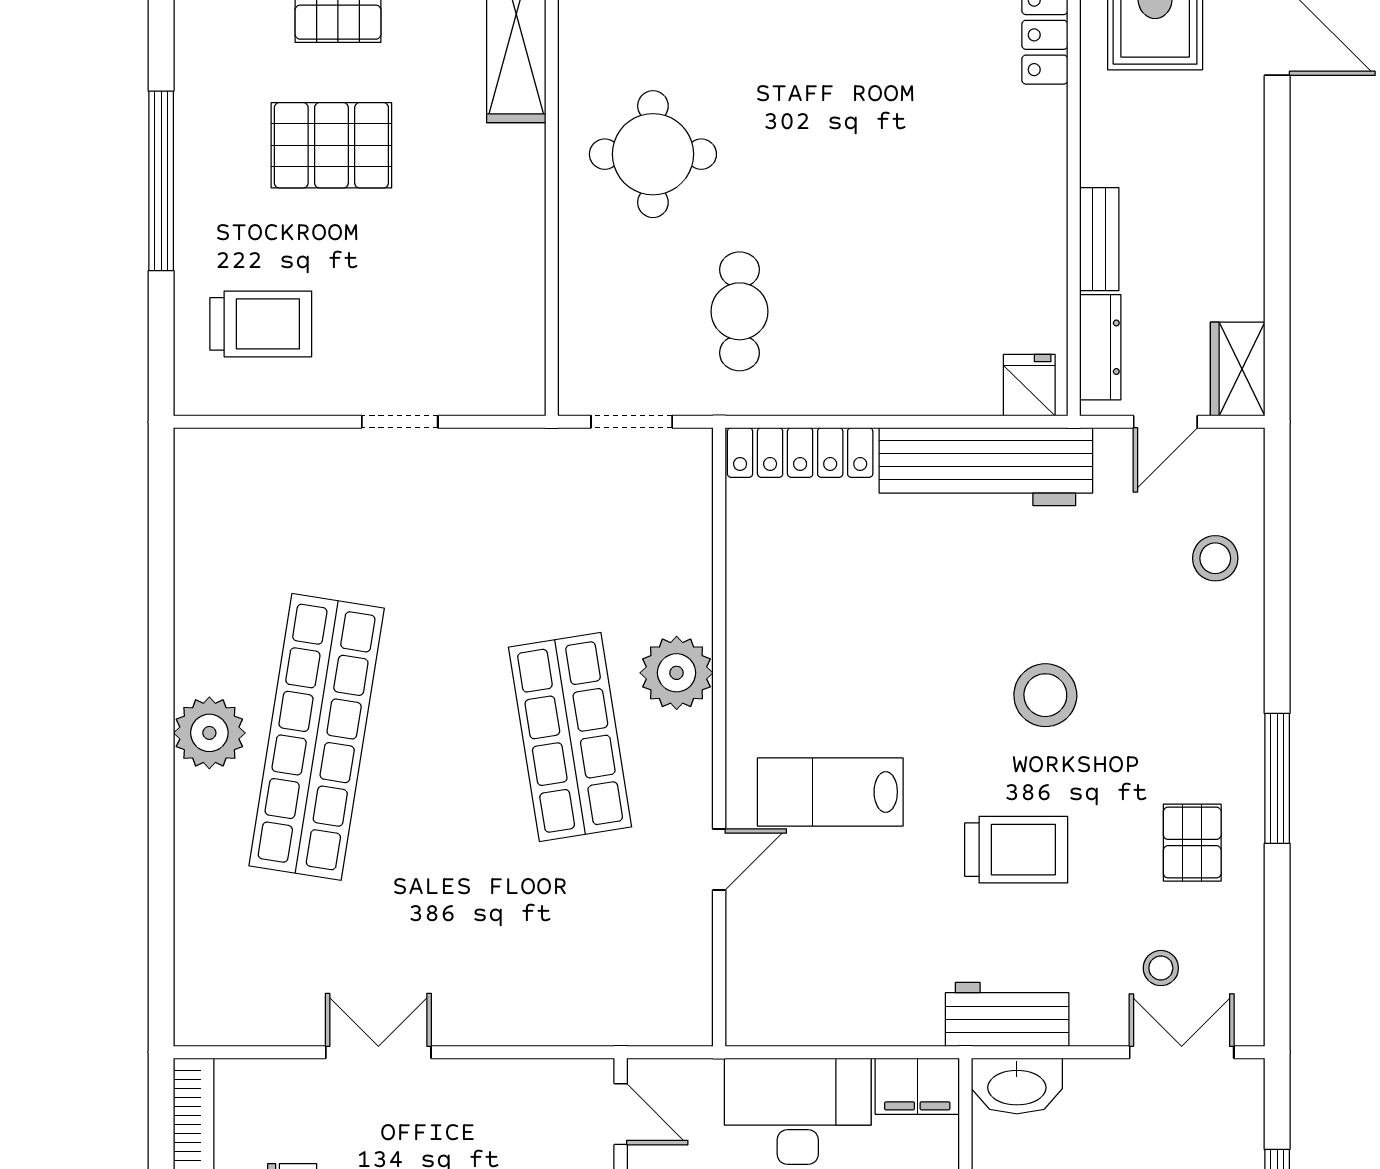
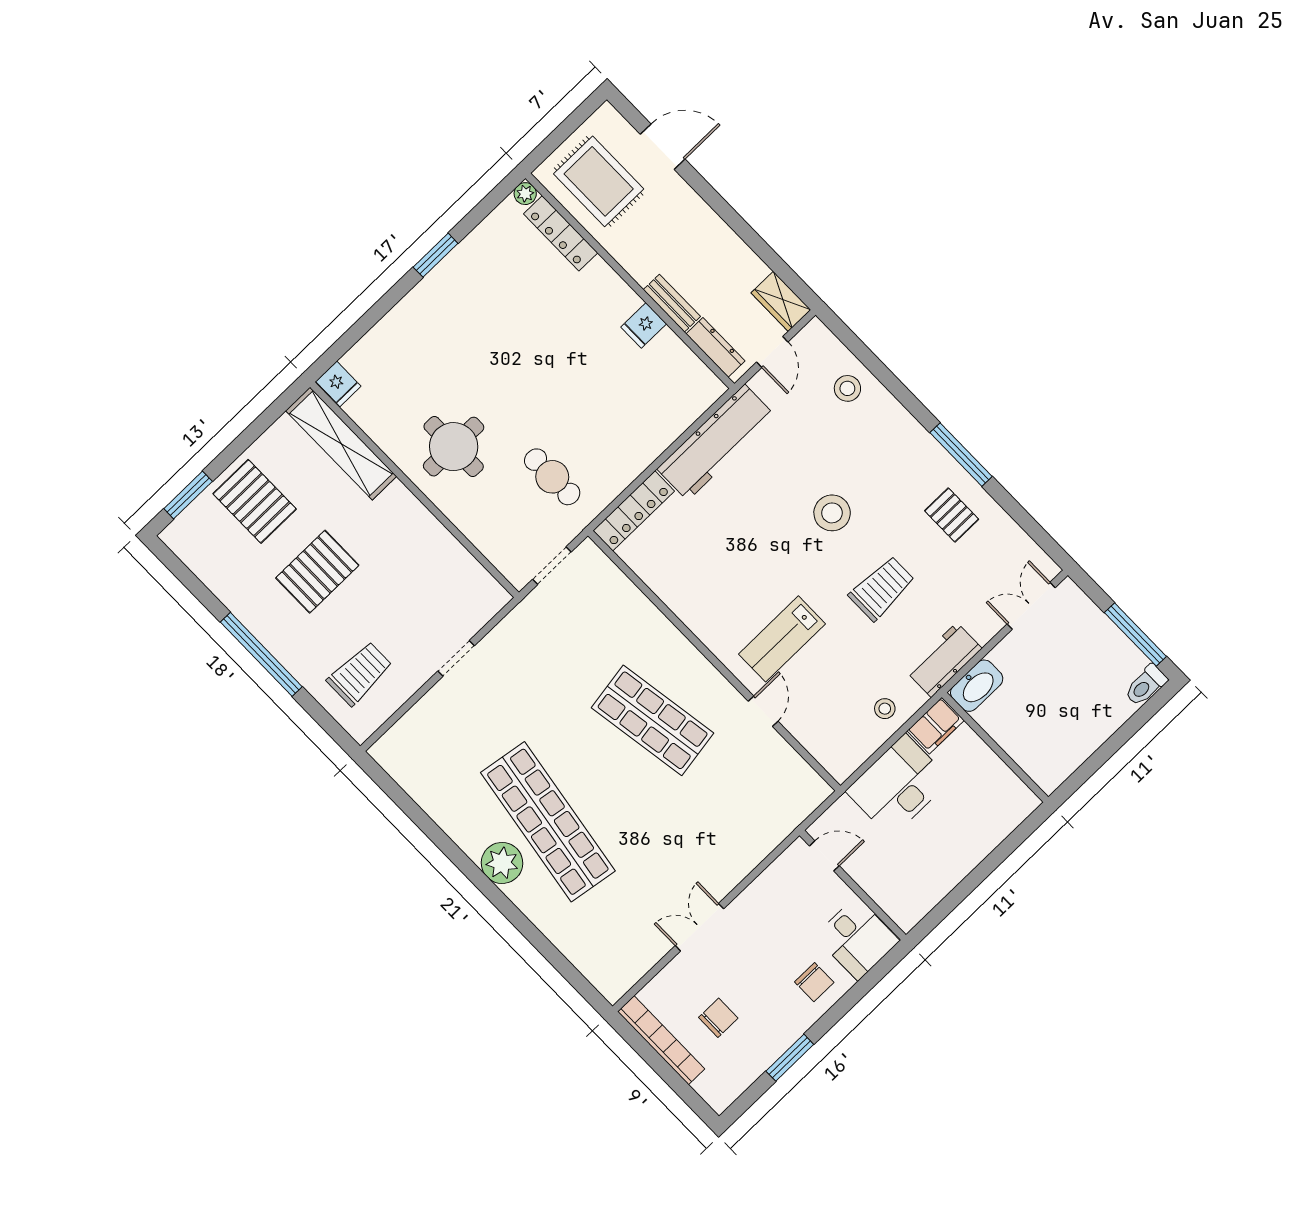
fridge: (1029, 385) -> (644, 325), moved, turned -90
plant: (677, 673) -> (671, 651), removed
stool: (1161, 968) -> (885, 709), moved

